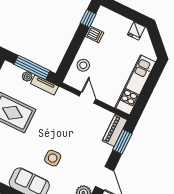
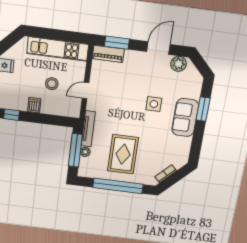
dishwasher: (94, 34) -> (34, 105), moved
stool: (83, 65) -> (52, 84), moved
tv unit: (44, 85) -> (88, 129), width x1.41

